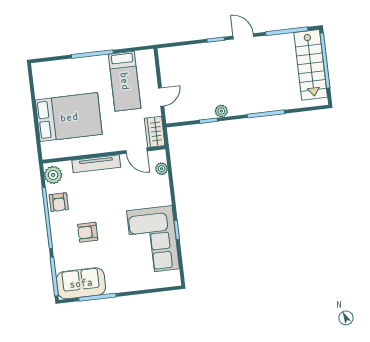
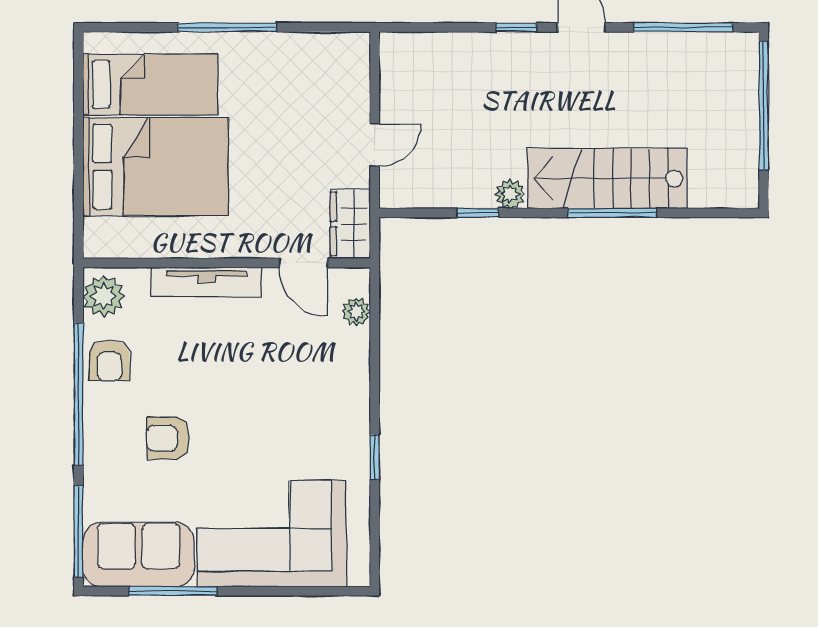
stairs: (311, 65) -> (607, 179), moved, turned 90
bed: (125, 81) -> (150, 84), moved, turned -90
corner sofa: (153, 240) -> (272, 534), moved, turned 90

